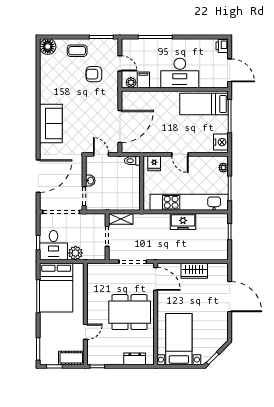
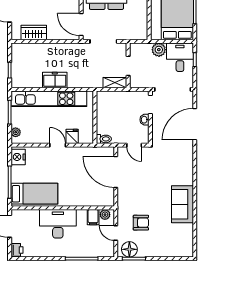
floor lamp: (48, 47) -> (129, 249), moved
coffee table: (77, 51) -> (157, 245), removed
sofa: (51, 123) -> (183, 204), moved
door: (120, 127) -> (116, 172), hinge flipped
fridge: (154, 163) -> (72, 136), moved
wardrobe: (194, 271) -> (34, 33), moved

